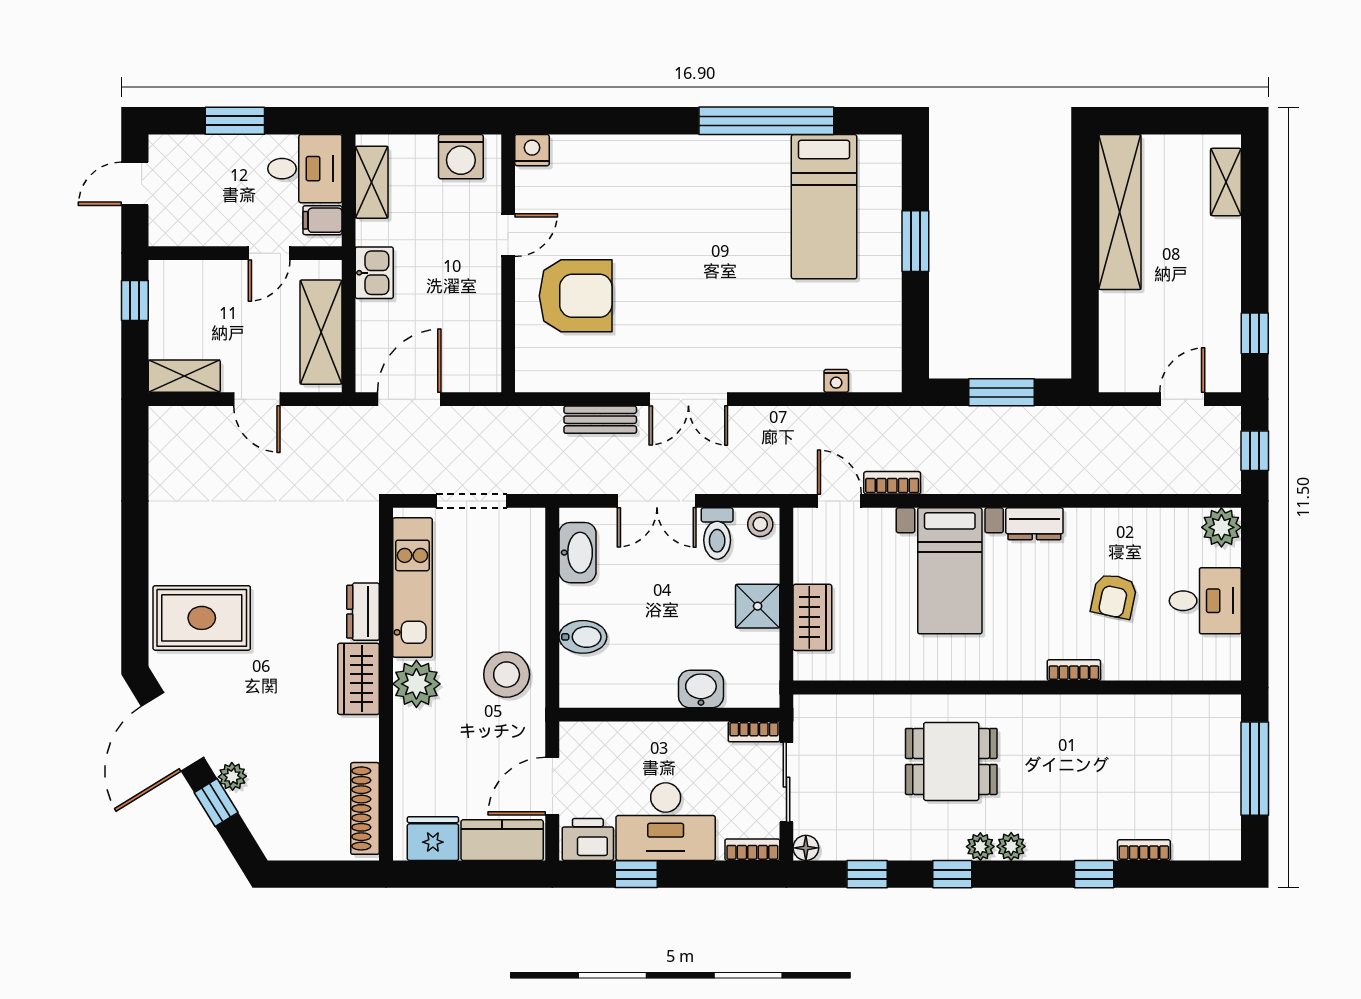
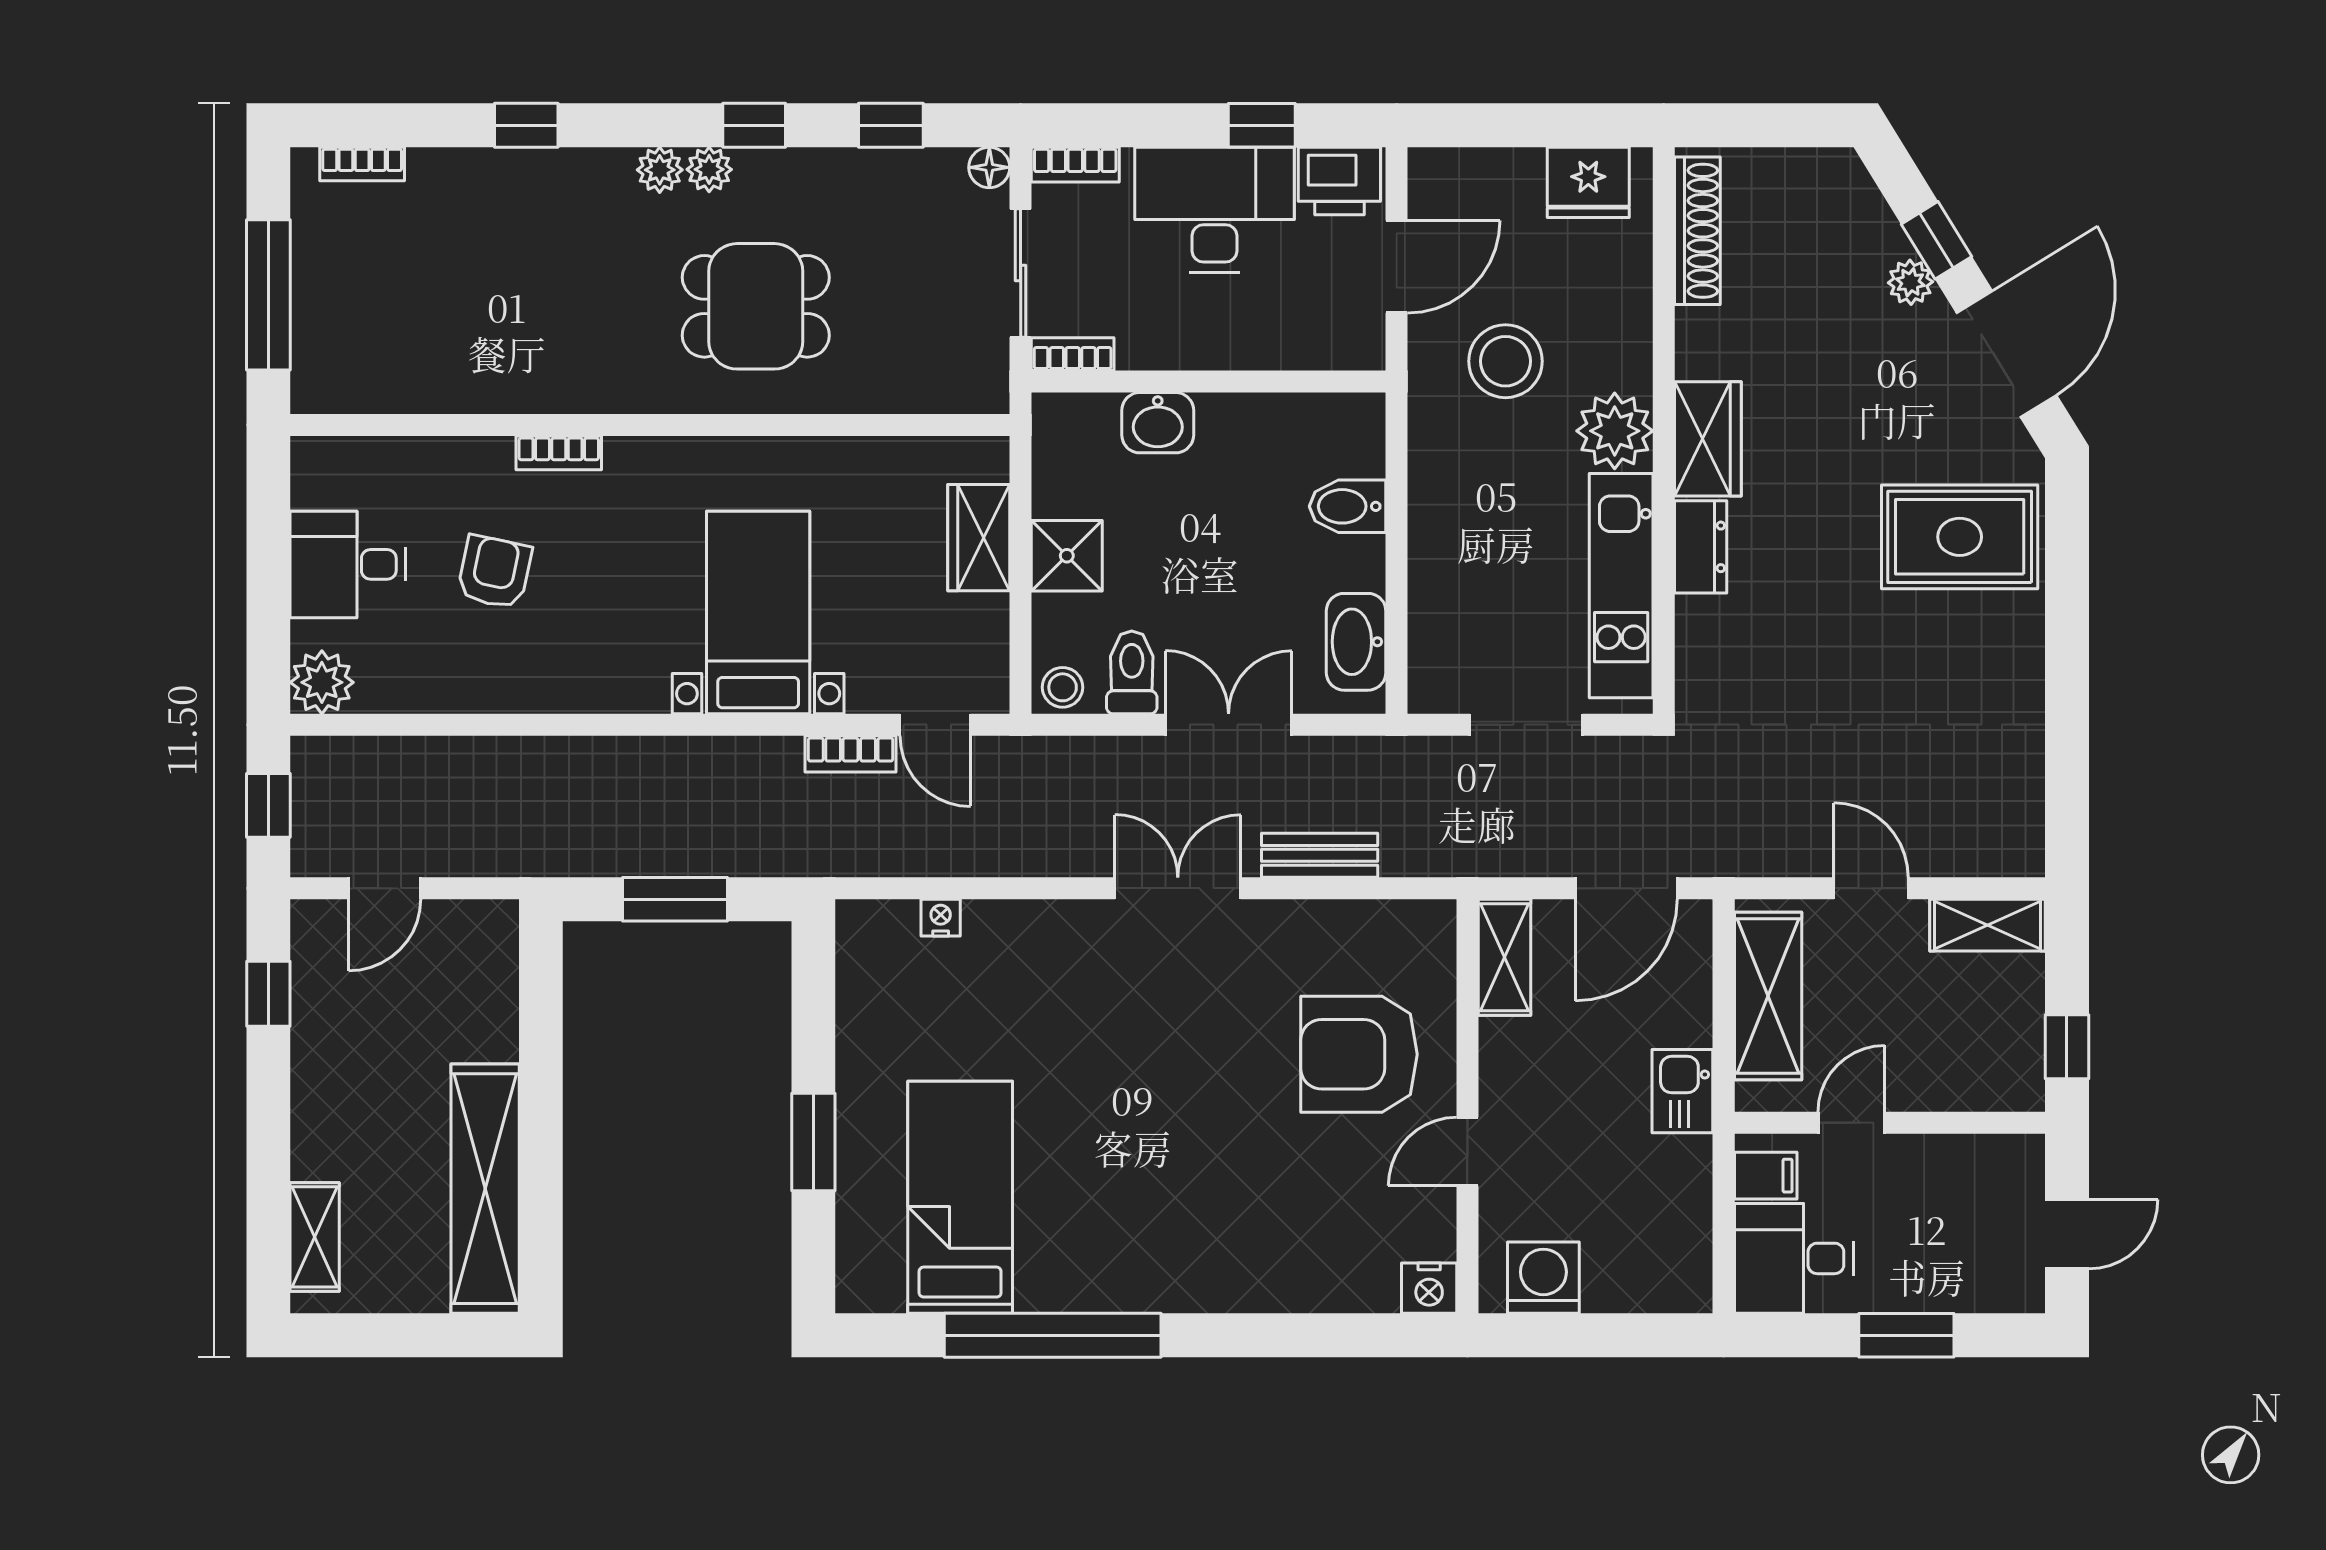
shelving: (372, 182) -> (1504, 957), moved
dresser: (1034, 524) -> (622, 688), removed
stool: (507, 675) -> (1506, 361), moved
kitchen counter: (502, 840) -> (1477, 180), removed
bookcase: (1144, 850) -> (362, 164), moved

